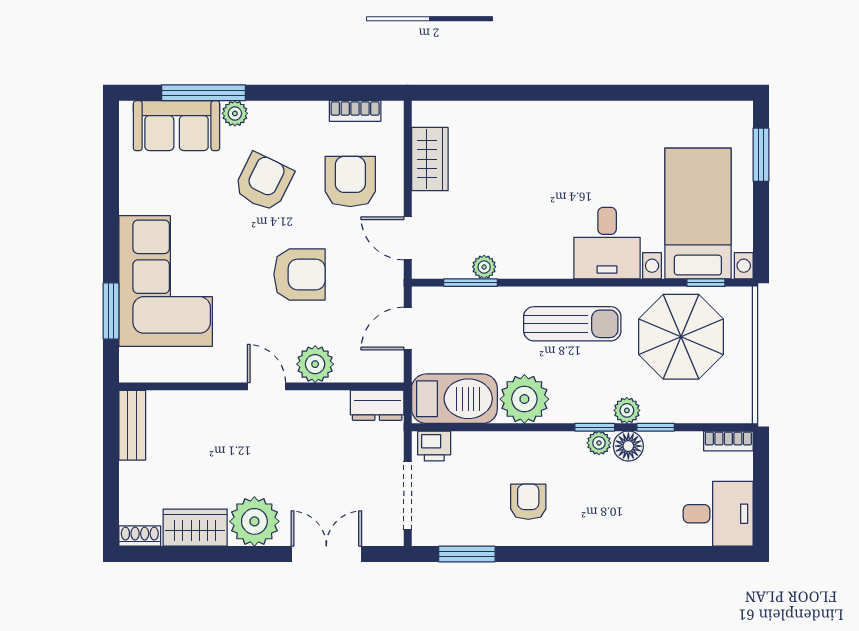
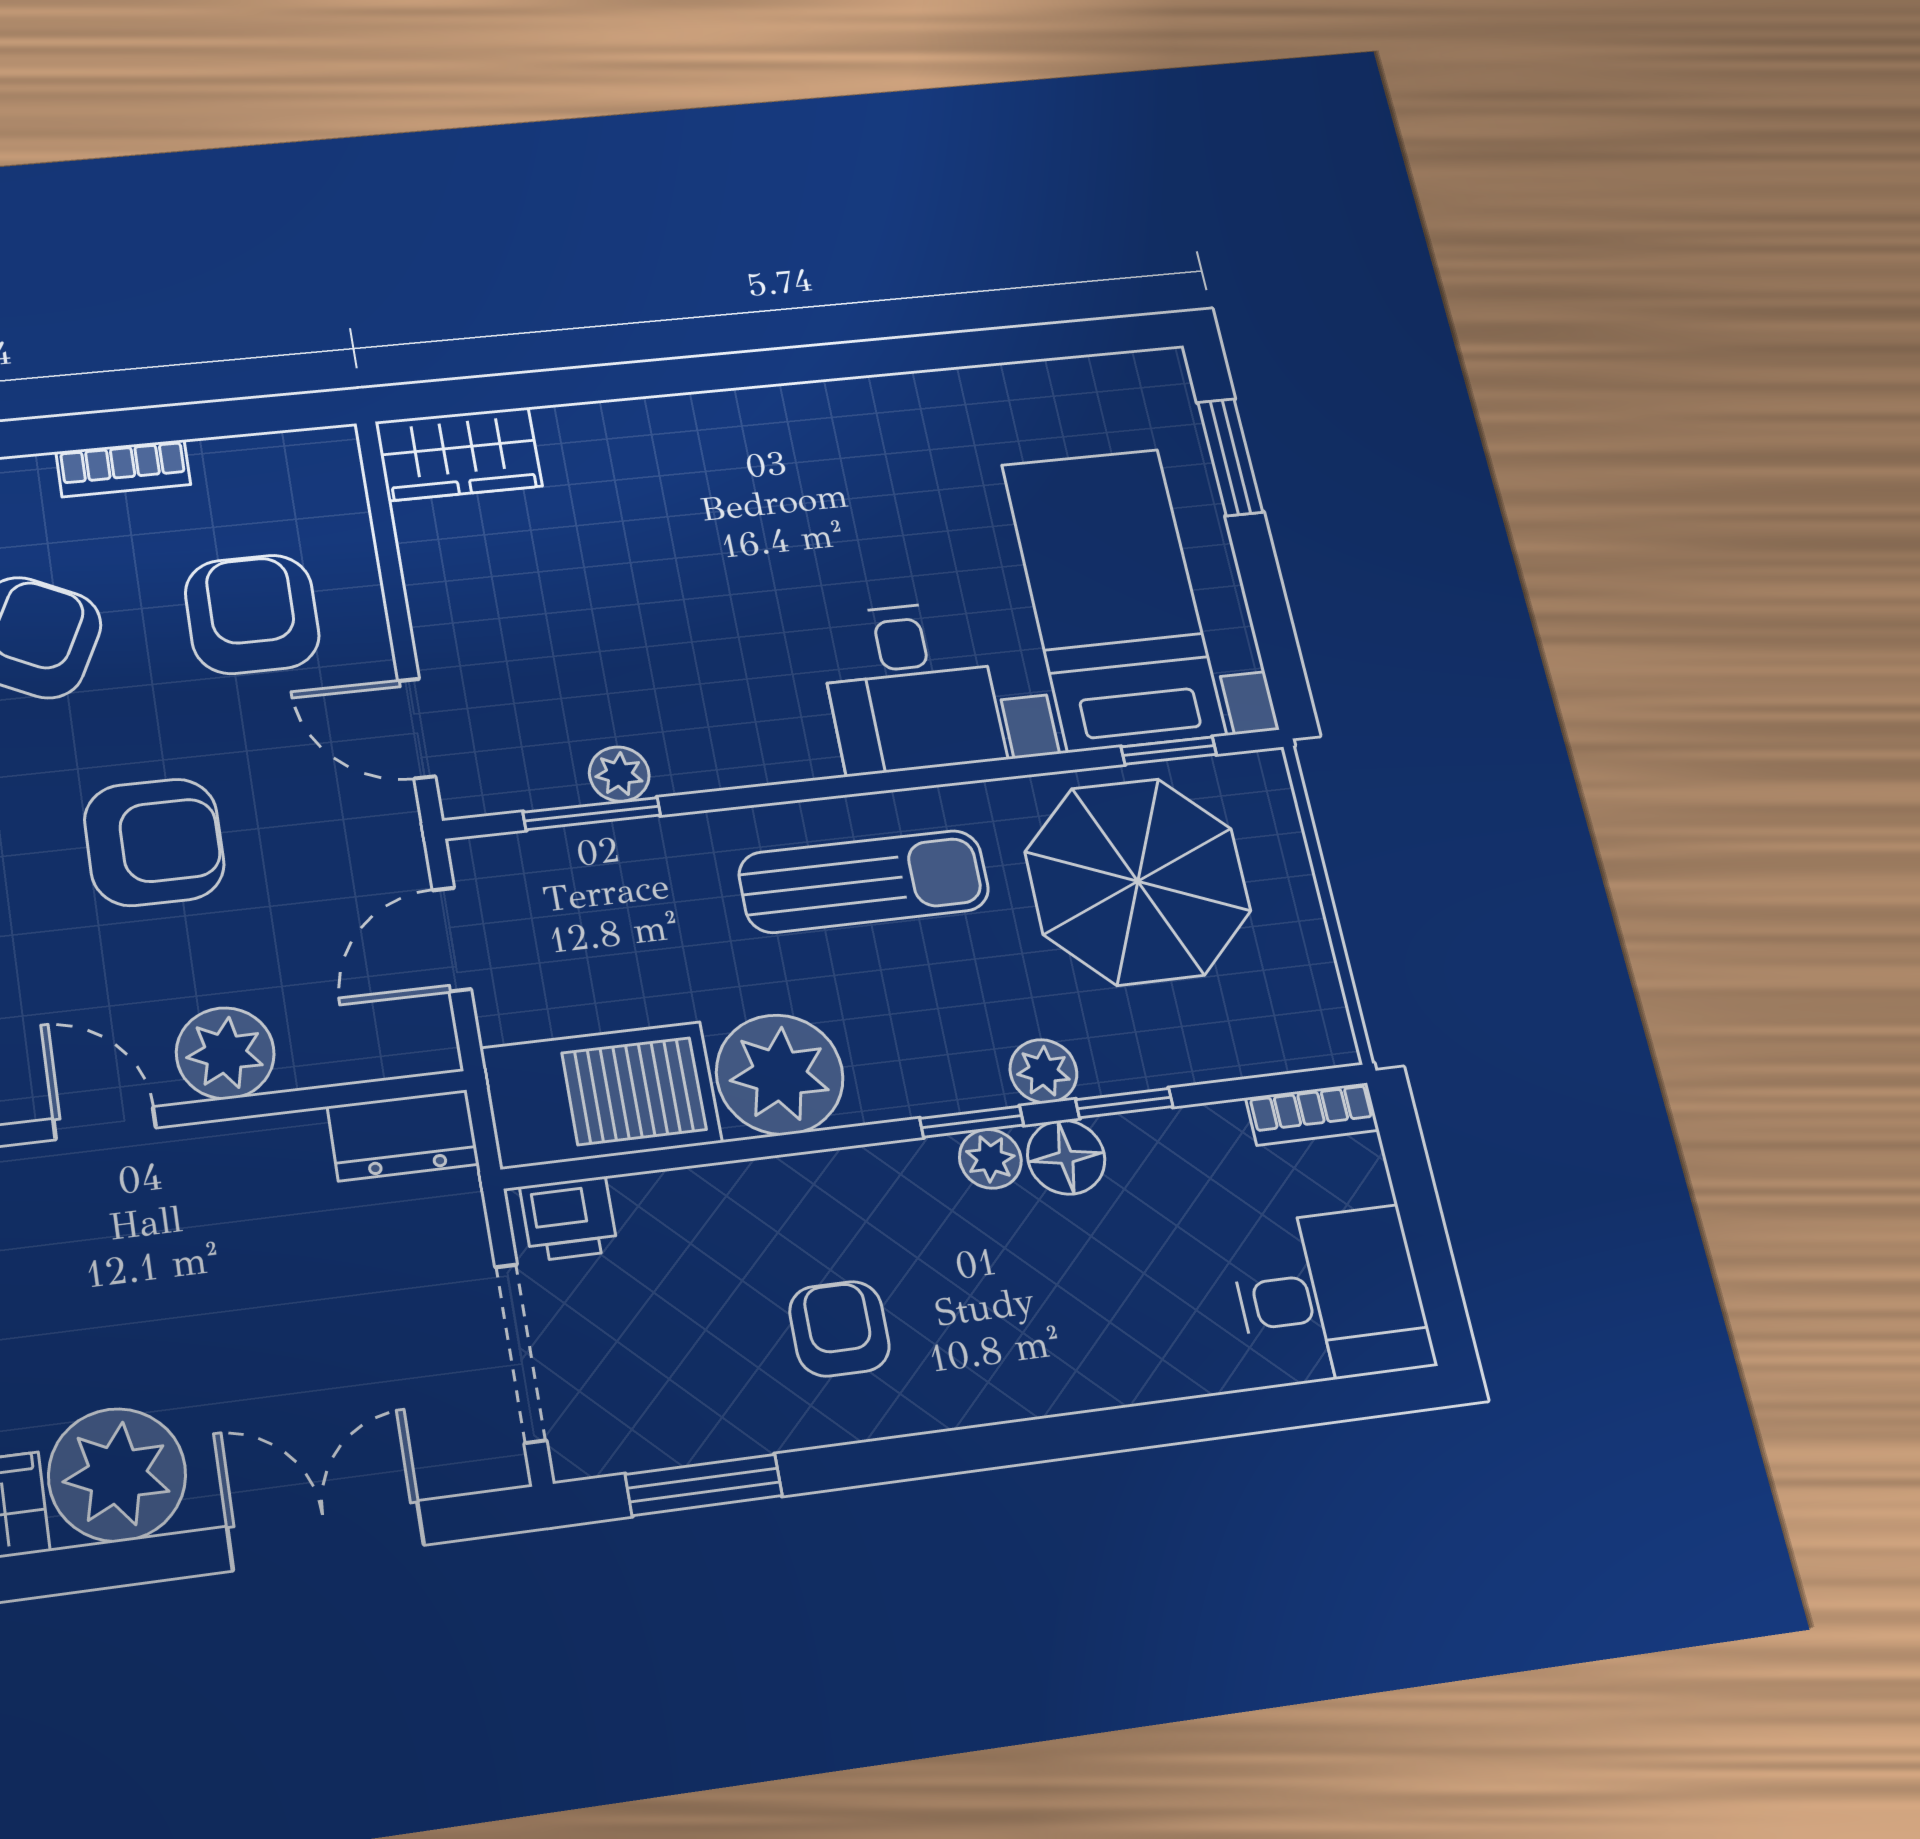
bookcase: (355, 111) -> (123, 468), moved
wardrobe: (430, 159) -> (459, 454), moved, turned 90

